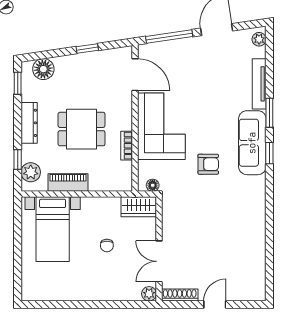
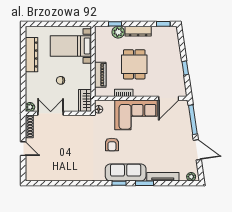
floor lamp: (43, 69) -> (172, 40), removed
plant: (31, 172) -> (118, 32), moved
piano: (68, 183) -> (100, 75), moved
dresser: (66, 291) -> (31, 55), added

